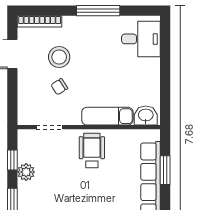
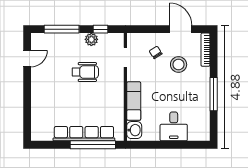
desk: (141, 39) -> (174, 126), moved
chair: (59, 87) -> (156, 52), moved
wheelchair: (92, 150) -> (85, 72), moved
window: (165, 170) -> (93, 145), width x2.11

